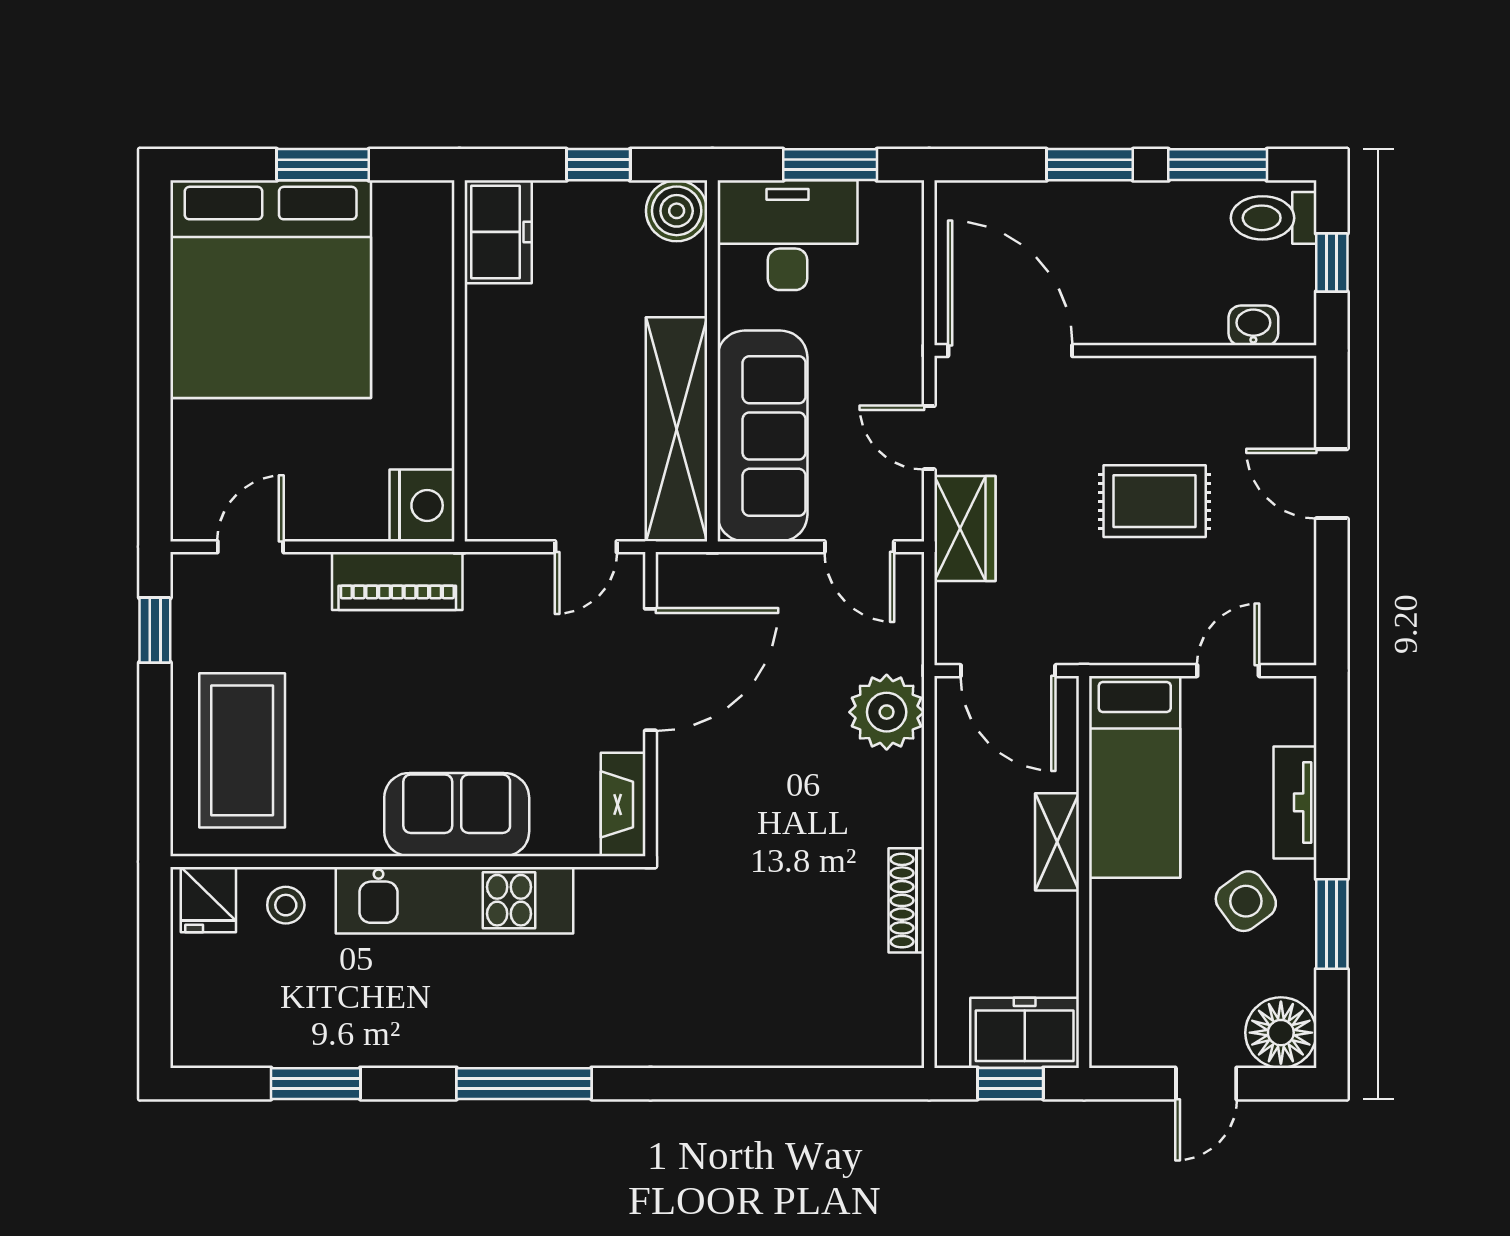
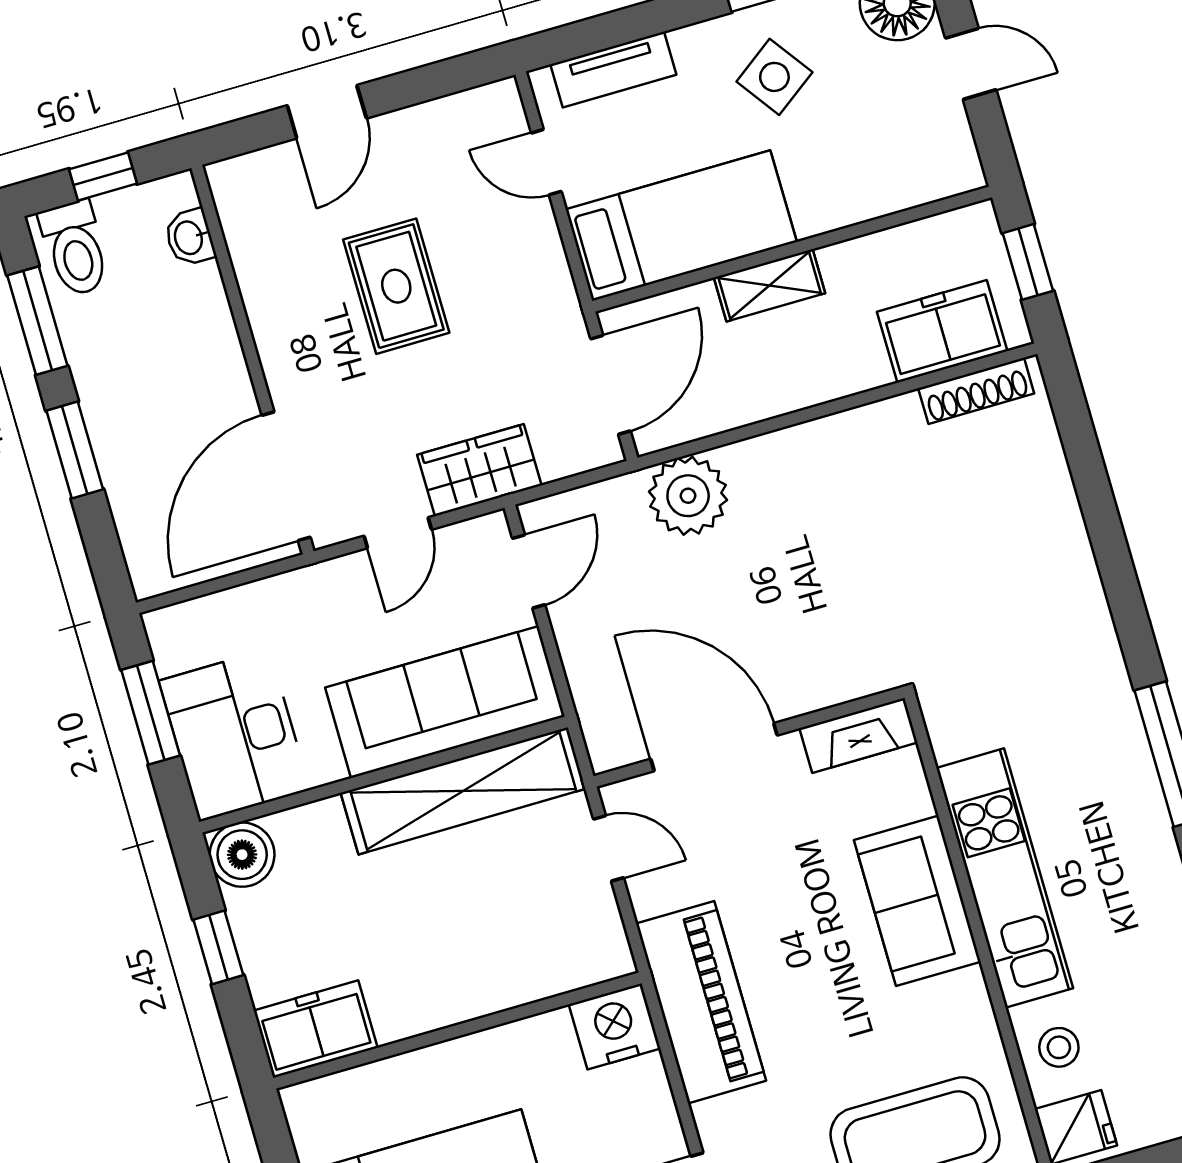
piano: (397, 581) -> (701, 1002), width x1.37, depth x1.33
tv unit: (1295, 802) -> (613, 70), moved
shoe rack: (906, 900) -> (976, 391), moved
freezer: (1025, 1033) -> (942, 331), moved, turned 90

